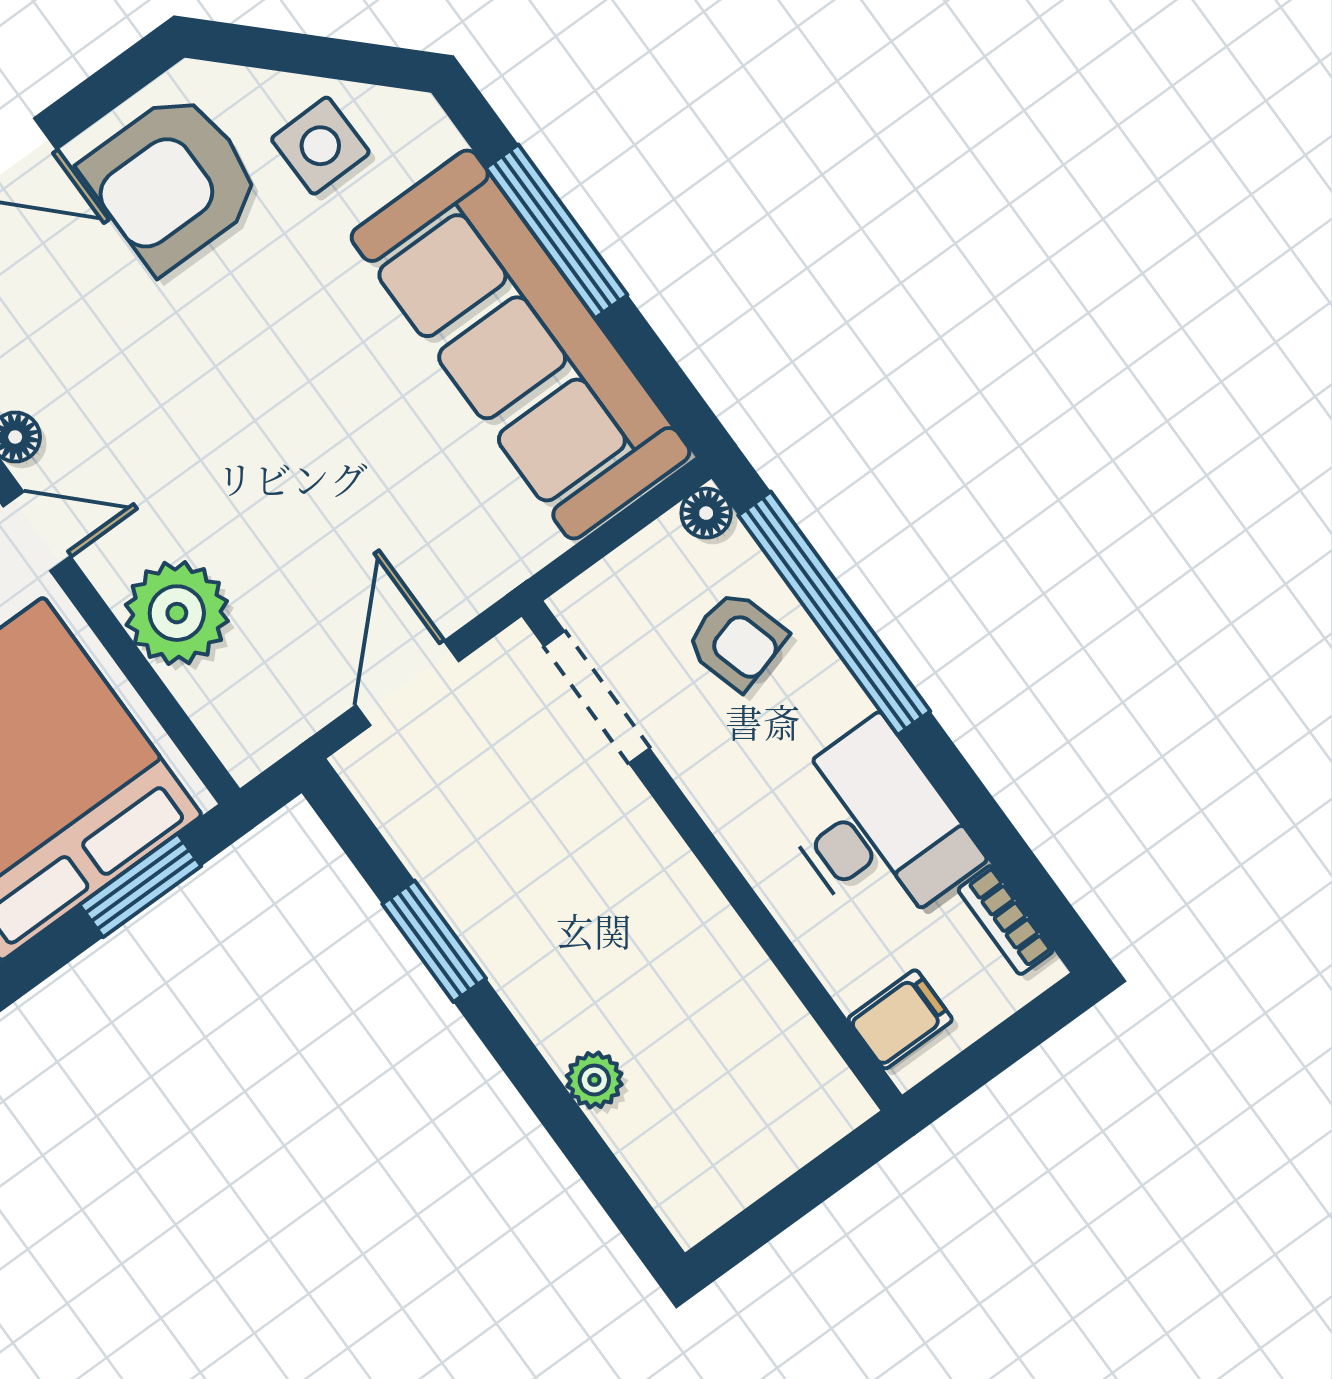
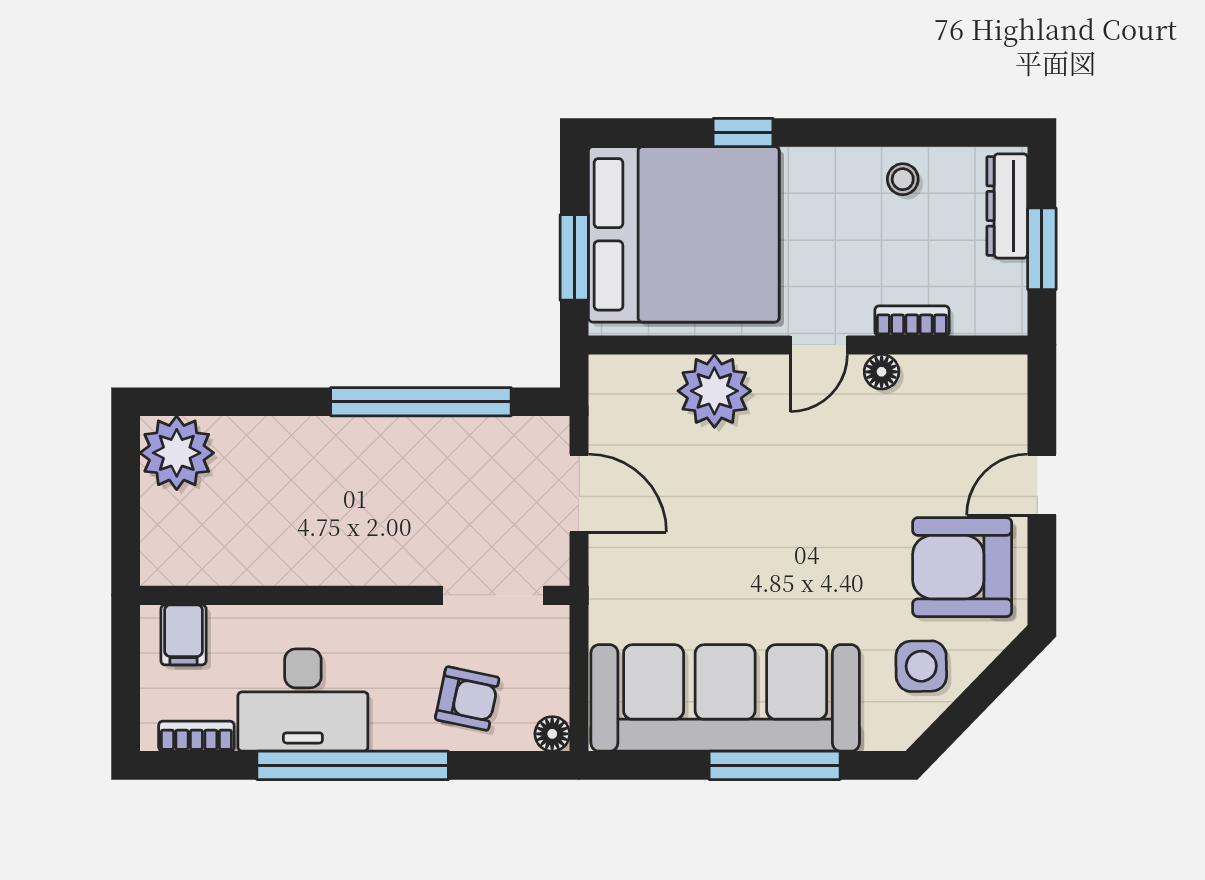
armchair: (172, 181) -> (962, 567), turned -90
window: (834, 613) -> (353, 765), moved
armchair: (736, 640) -> (467, 698), turned -152
window: (434, 941) -> (421, 402), width x2.11
plant: (594, 1080) -> (177, 453), moved, width x1.87, depth x1.87

